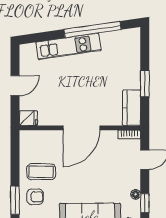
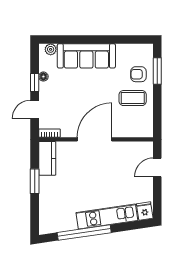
door: (15, 86) -> (157, 167), moved
fridge: (28, 118) -> (145, 211), moved, turned 82
window: (145, 203) -> (35, 82), moved

